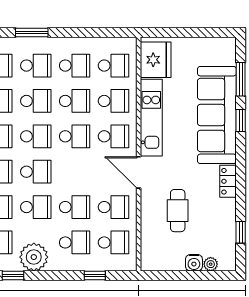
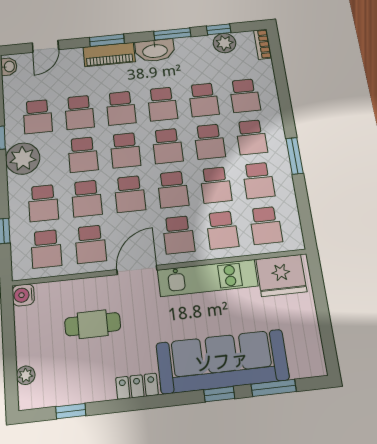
window: (32, 32) -> (295, 156), moved
school desk: (75, 172) -> (130, 194), added
water cooler: (194, 263) -> (23, 295), moved

